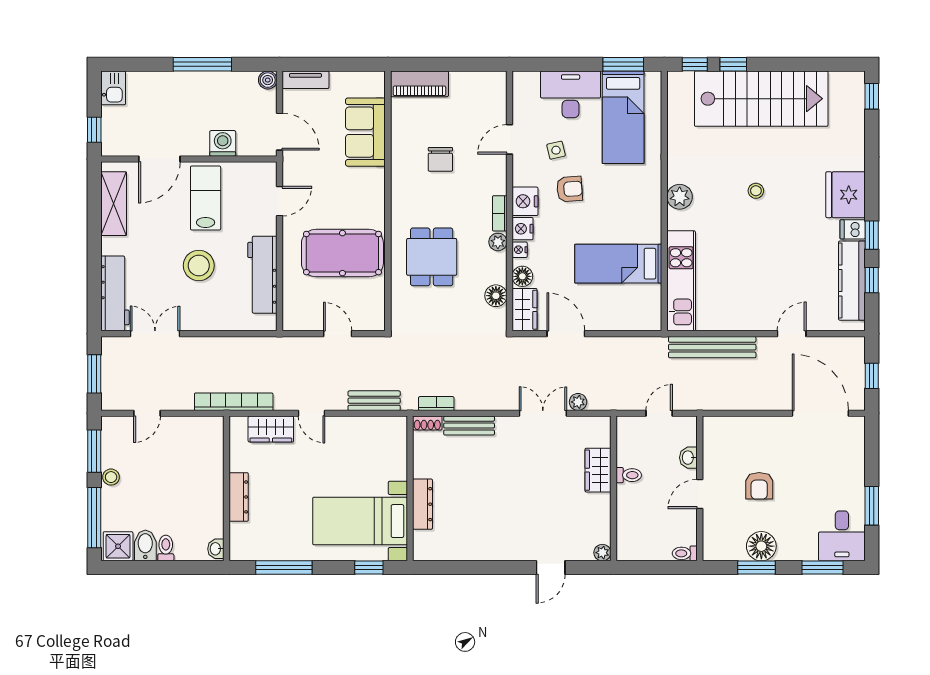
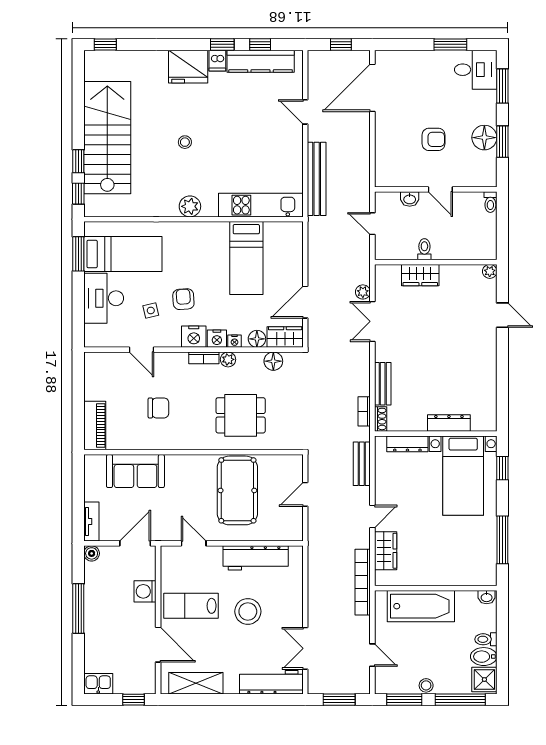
bathtub: (205, 471) -> (421, 606), added
dresser: (239, 497) -> (407, 444), moved, turned 180

